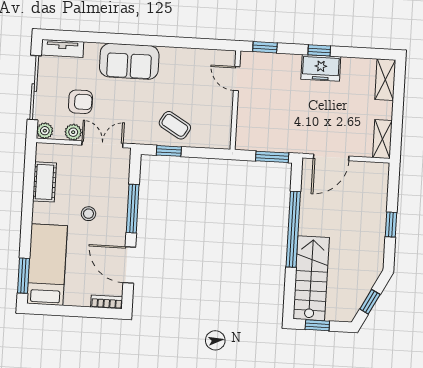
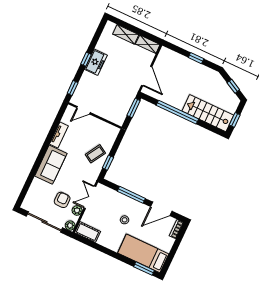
tv unit: (62, 48) -> (59, 135), moved
shelving: (385, 80) -> (126, 34), moved
cot: (44, 182) -> (88, 232), moved

